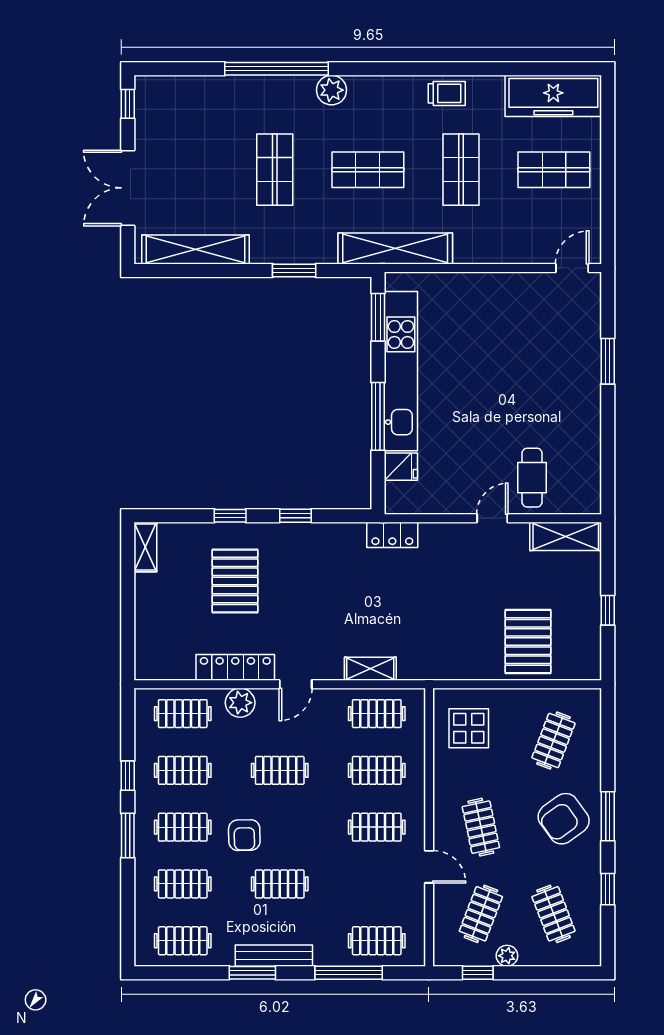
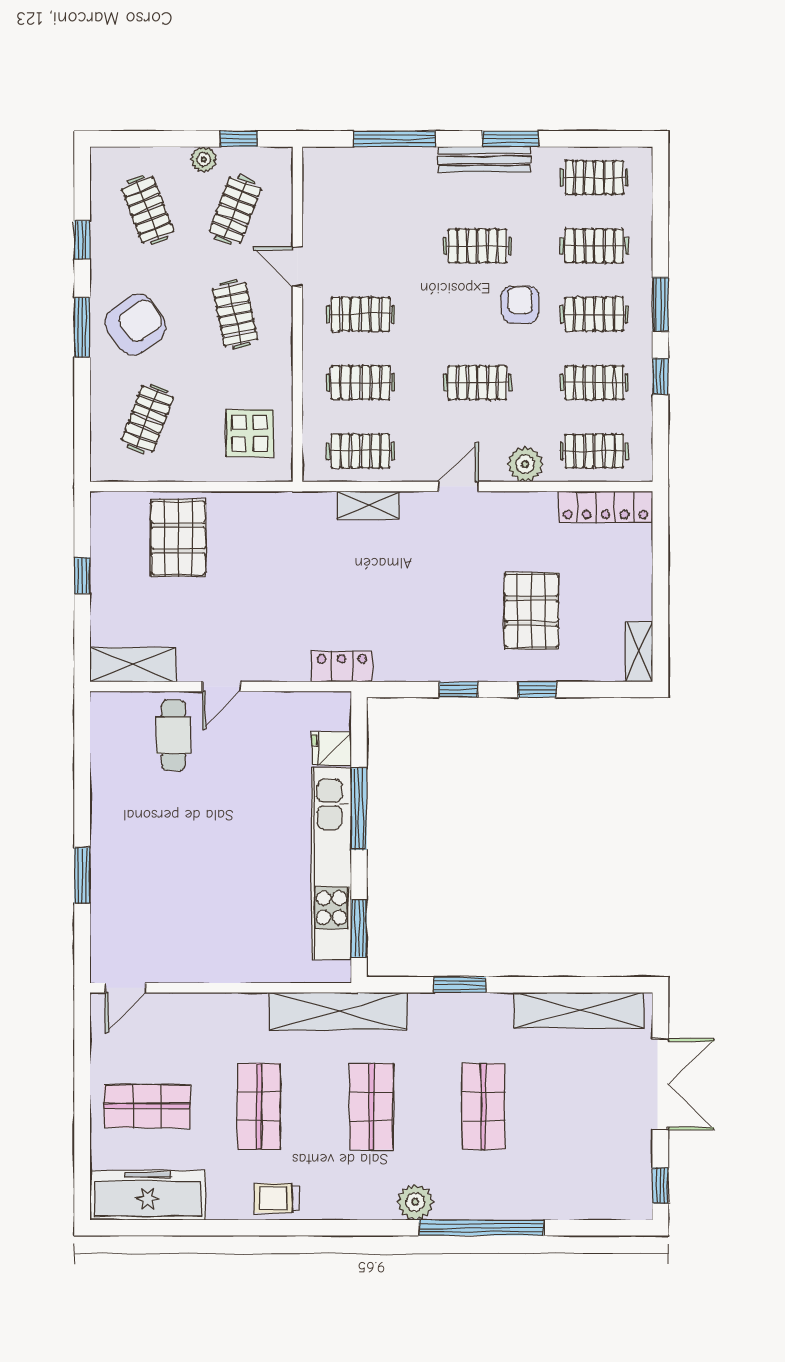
shop shelf: (368, 170) -> (371, 1106), turned 90
locker: (235, 667) -> (606, 507), moved
clothes rail: (377, 941) -> (361, 177), removed

